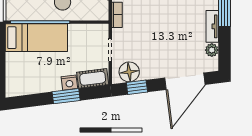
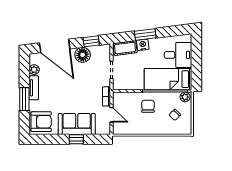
plant: (14, 14) -> (185, 97), added
desk: (23, 69) -> (178, 55), added
floor lamp: (129, 72) -> (83, 55), moved
door: (185, 81) -> (55, 46), swing flipped

